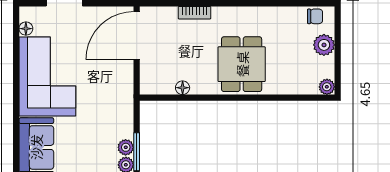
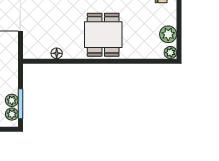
plant: (324, 45) -> (168, 34), moved

